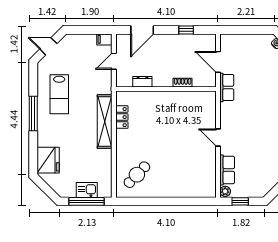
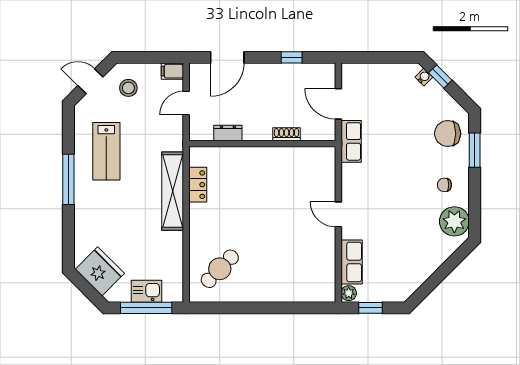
stool: (74, 51) -> (128, 88), added
fridge: (48, 160) -> (100, 271), moved, turned -45

